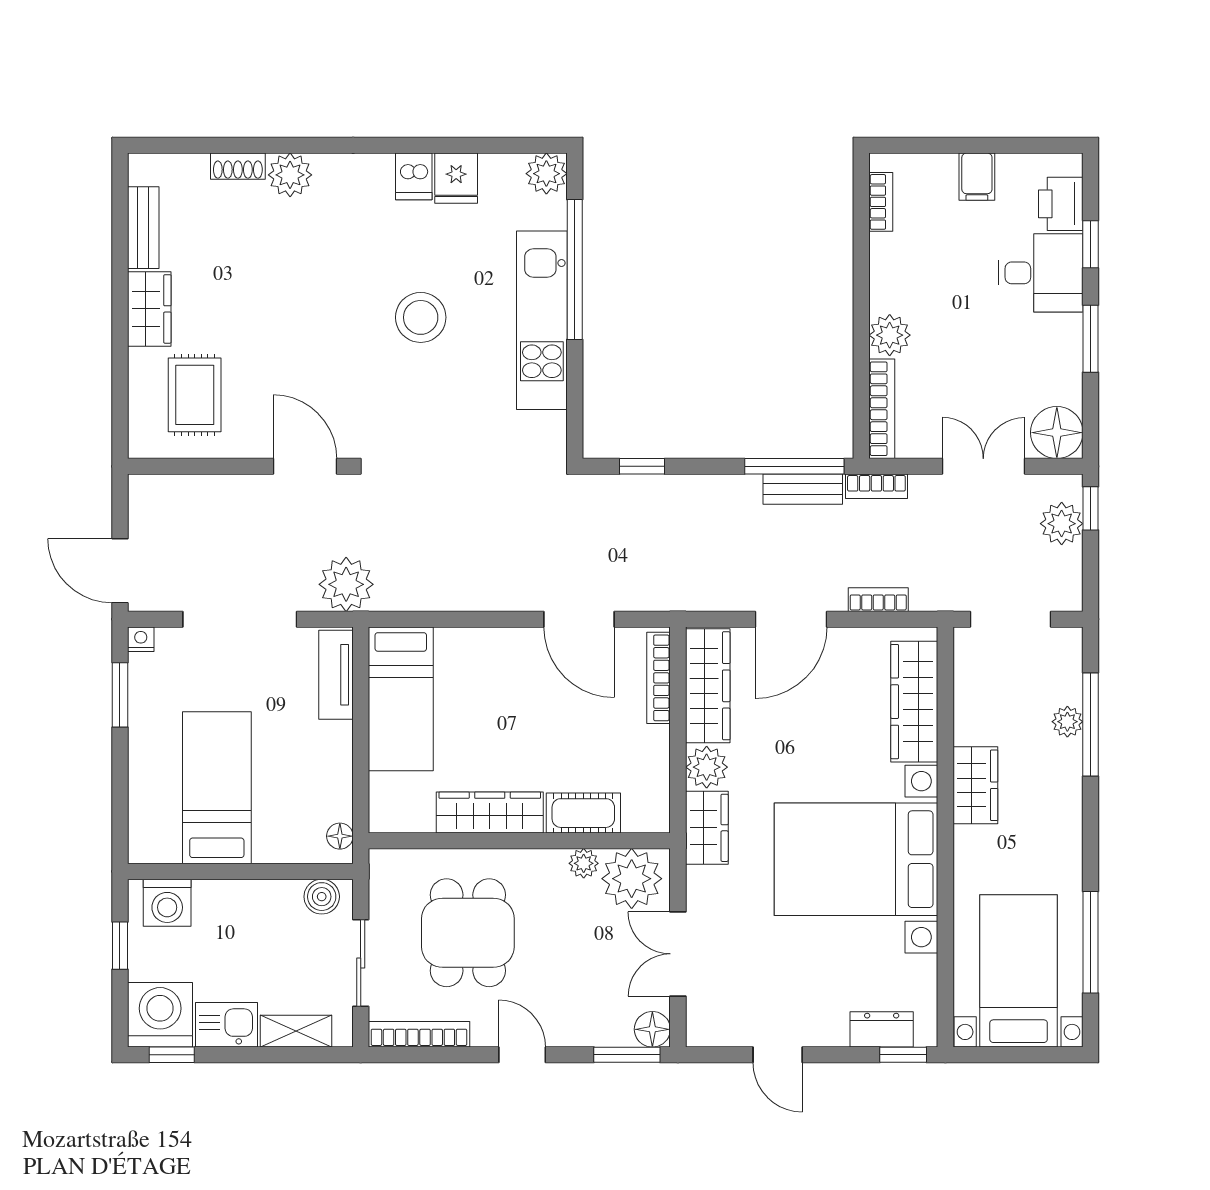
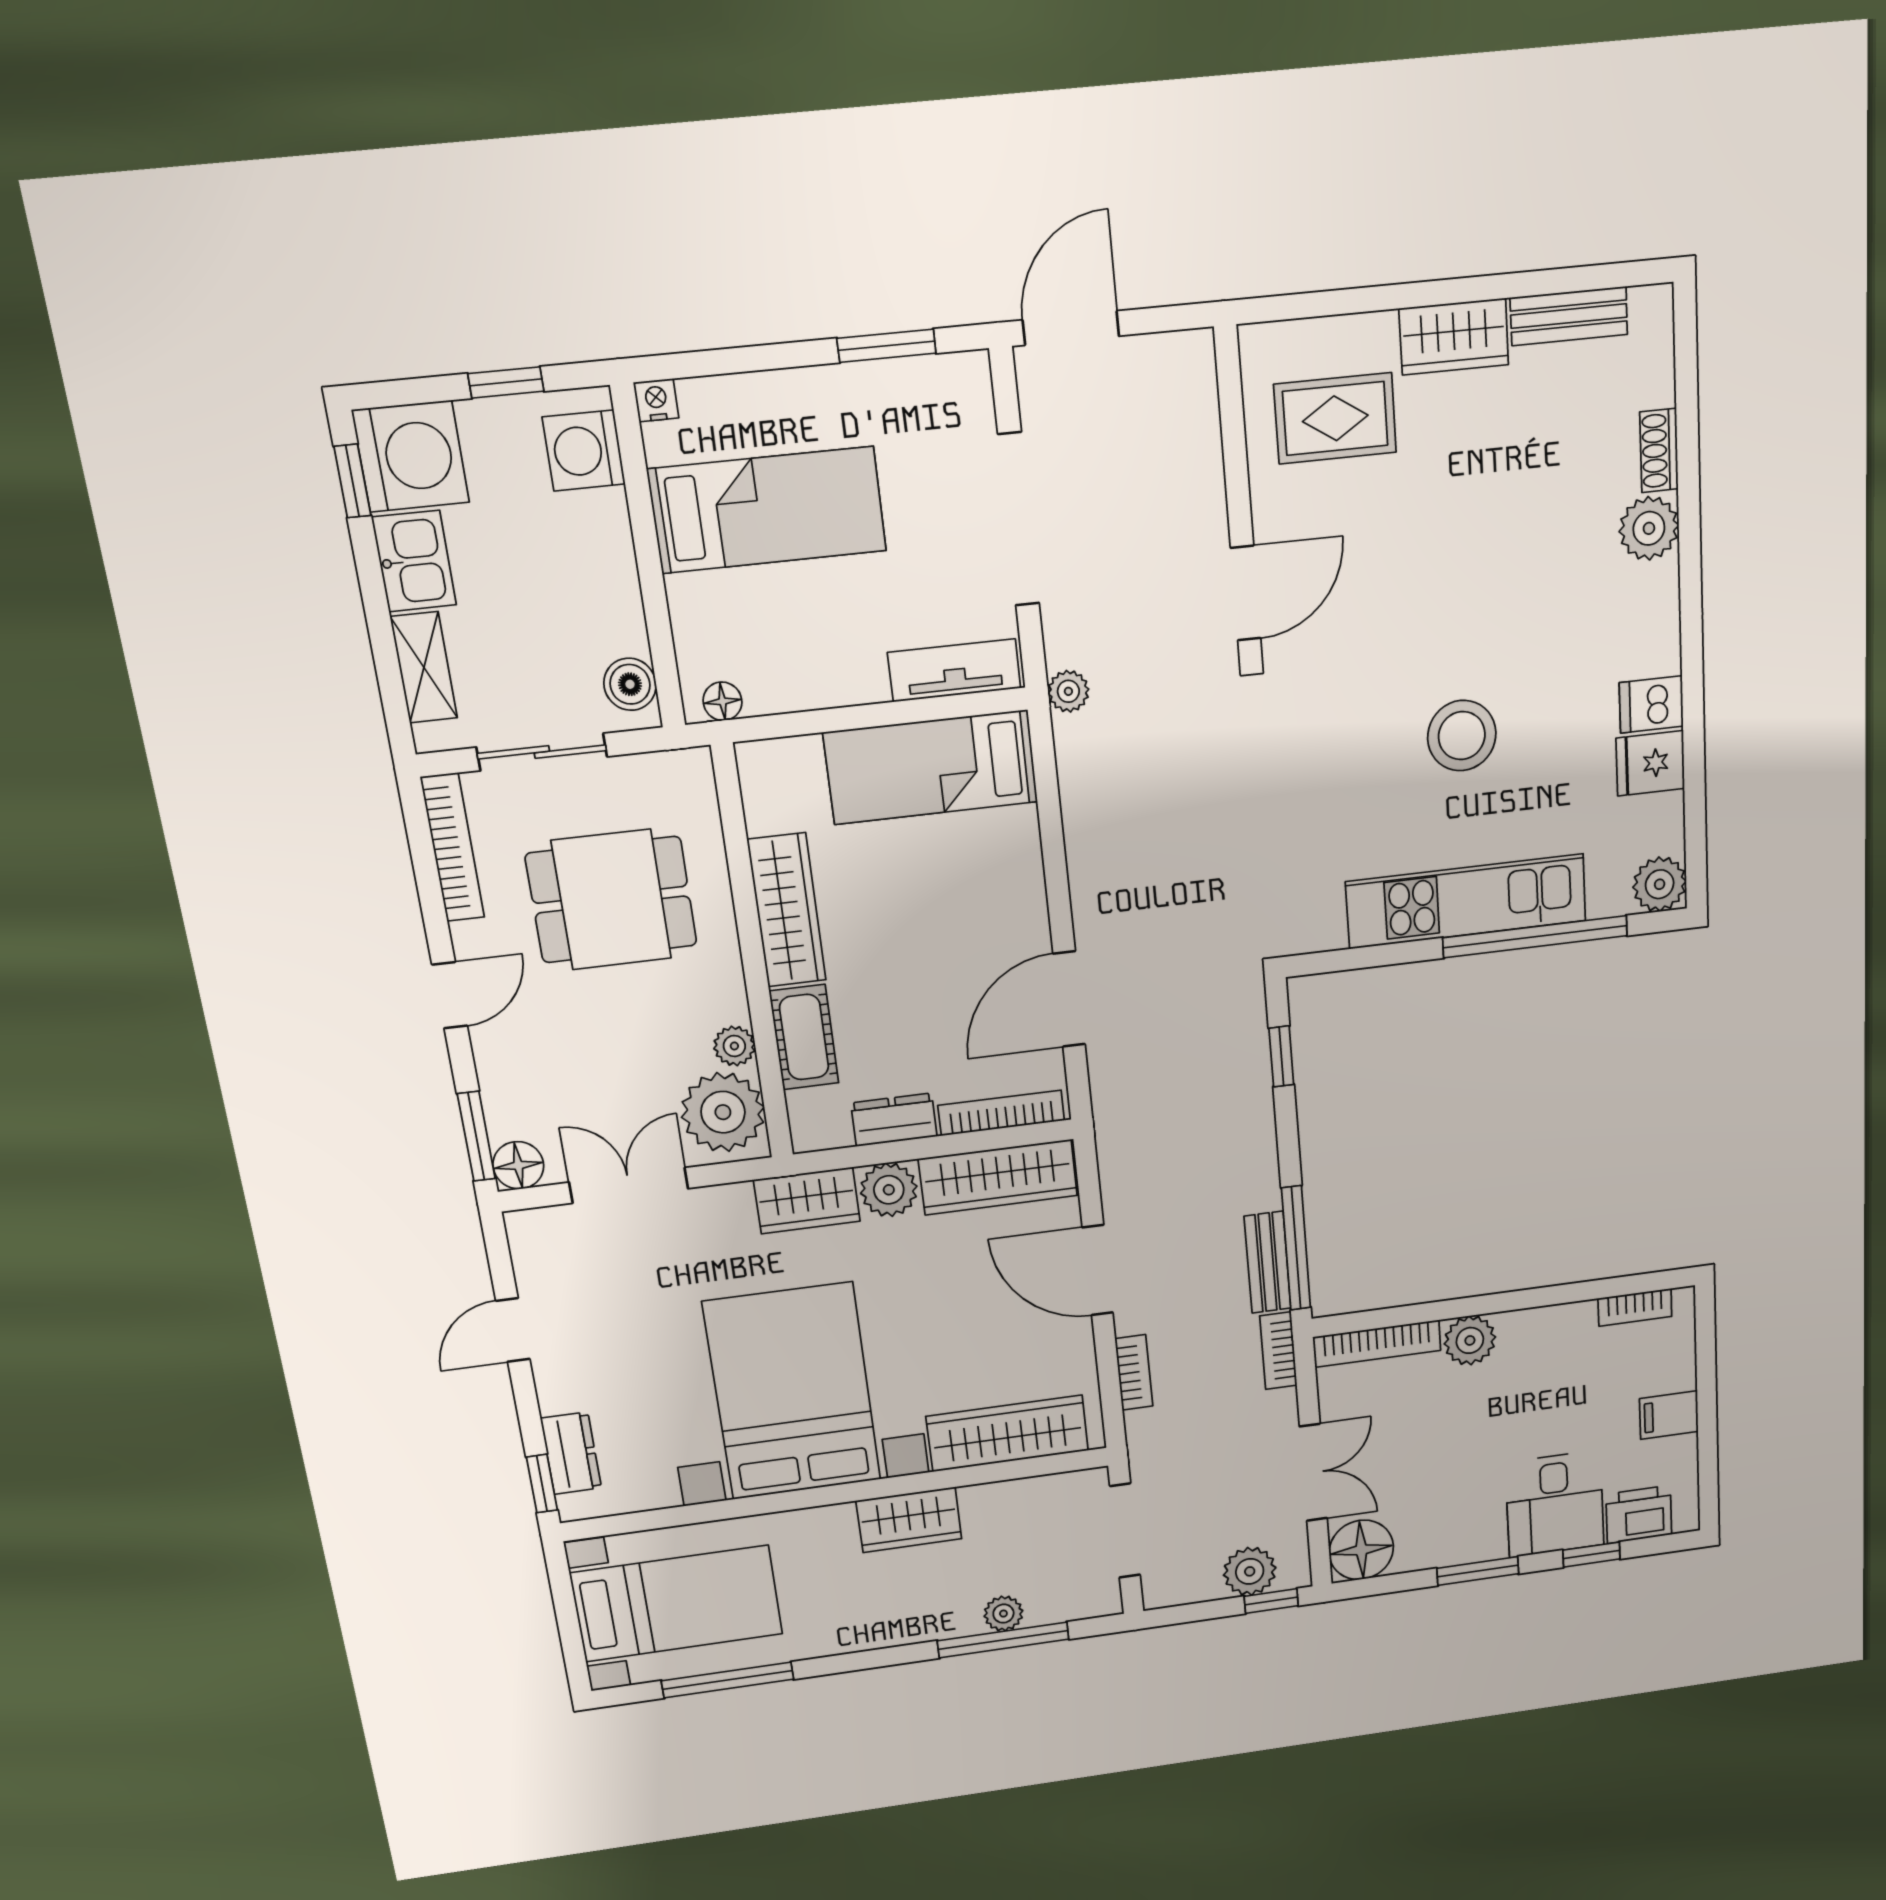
plant: (346, 584) -> (1068, 691), width x0.53, depth x0.53
nightstand: (141, 639) -> (656, 400), moved, turned -90
dresser: (653, 757) -> (894, 1120), added

